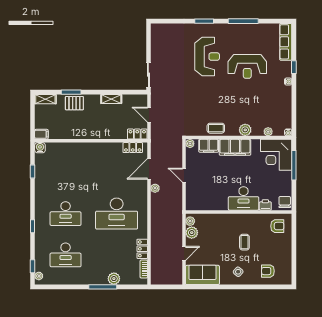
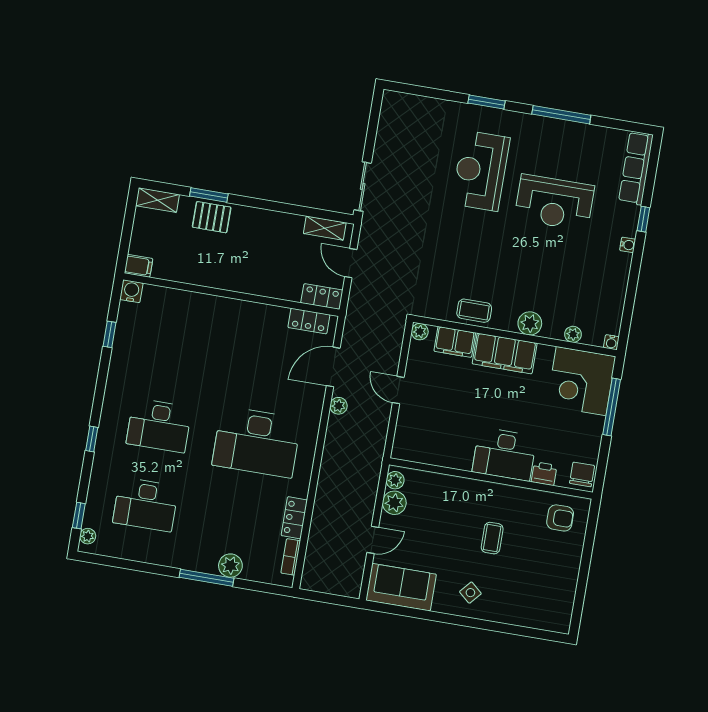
reception desk: (207, 57) -> (481, 171), turned 180
shelving: (111, 99) -> (325, 228), moved
armchair: (268, 271) -> (528, 601), removed

